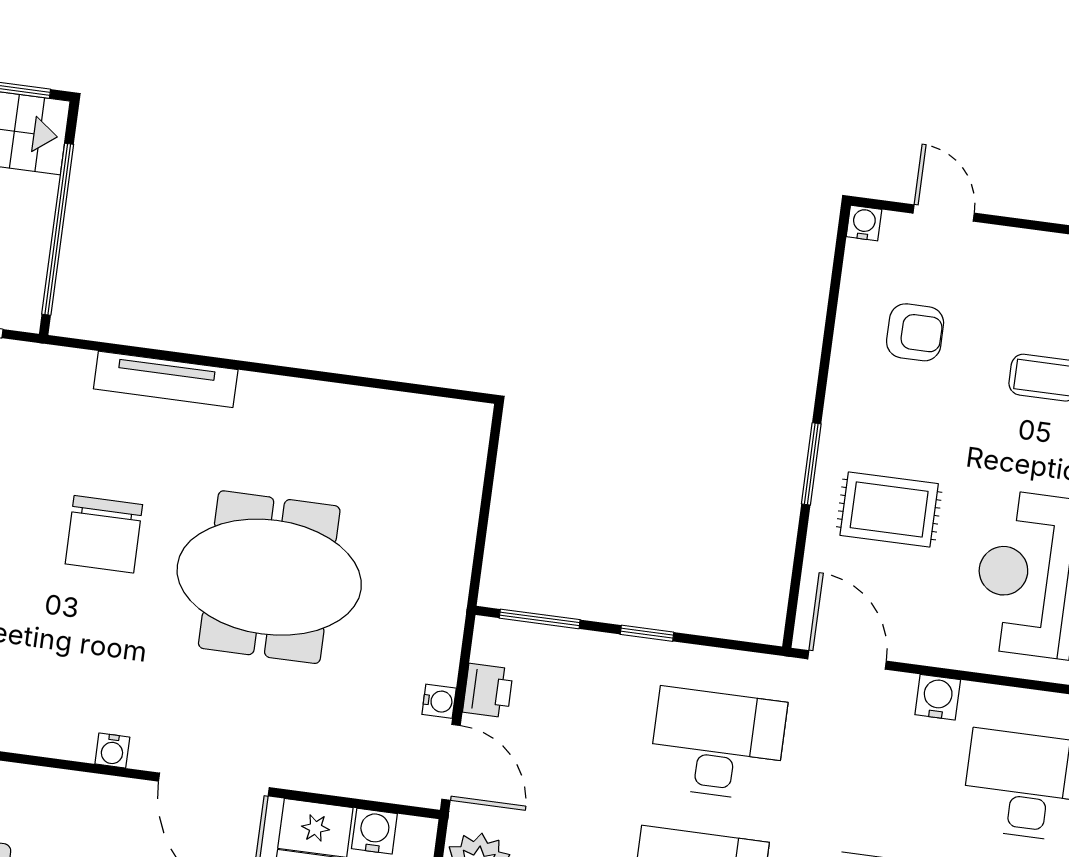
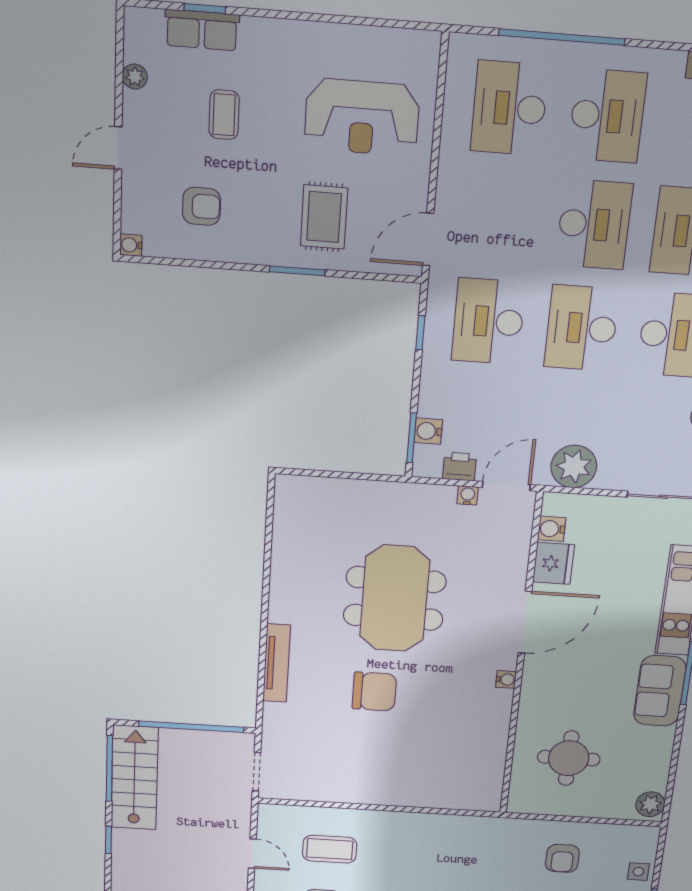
door: (944, 213) -> (118, 148), moved
armchair: (915, 332) -> (201, 206), turned 90
window: (647, 633) -> (420, 333), moved
water cooler: (938, 697) -> (428, 431), moved

